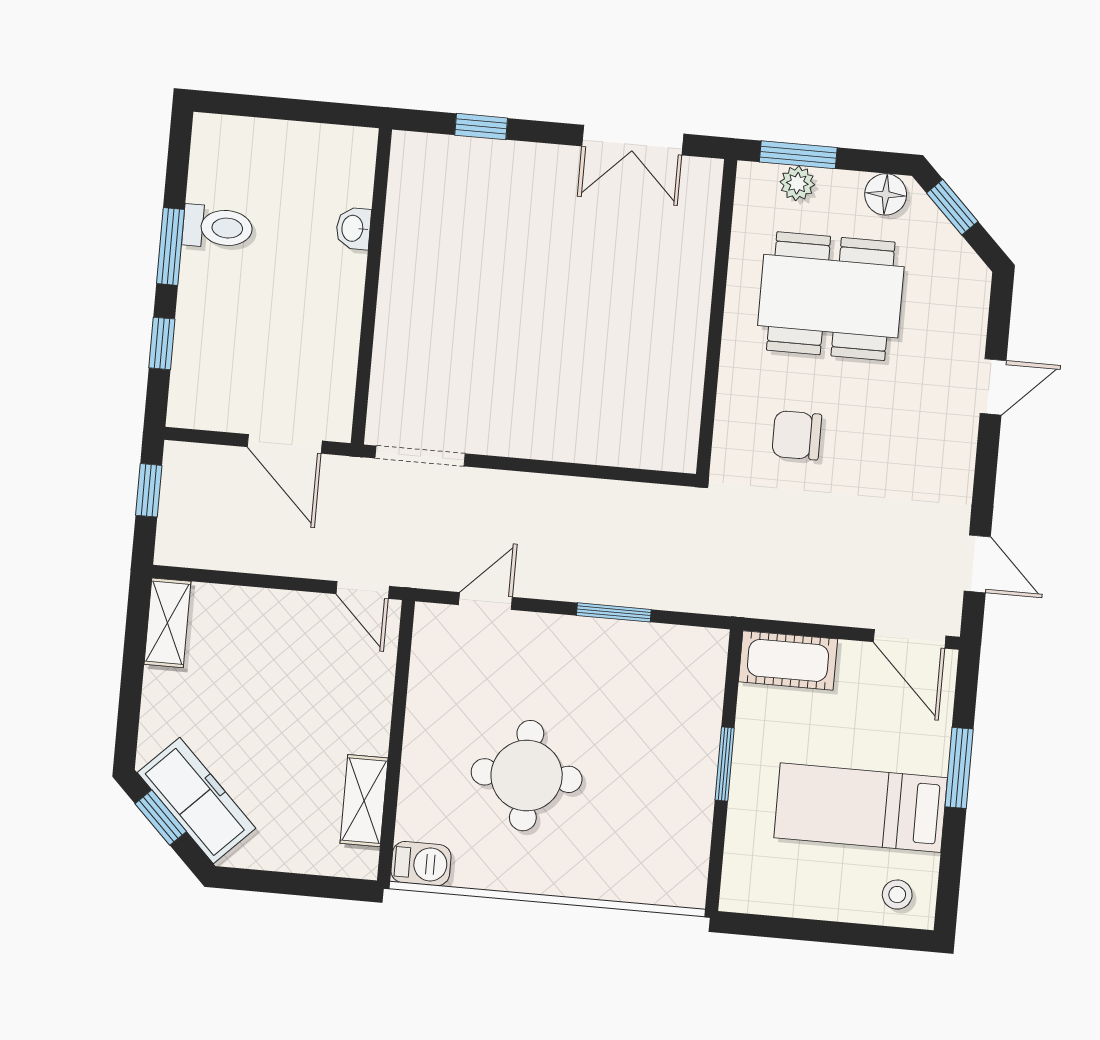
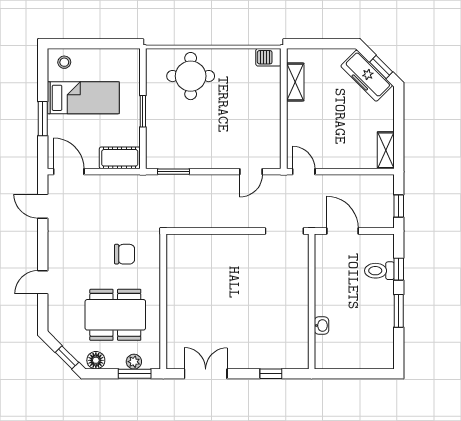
toilet: (218, 227) -> (379, 271), moved
window: (614, 612) -> (174, 172), moved
round table: (527, 776) -> (191, 76), moved

